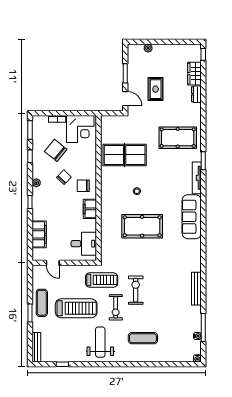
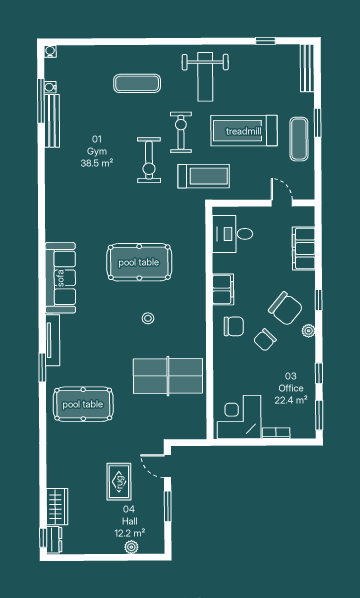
dresser: (196, 94) -> (54, 540), moved
chair: (56, 150) -> (286, 309), moved
treadmill: (102, 280) -> (204, 176), turned 180
bench: (196, 289) -> (52, 121), moved

